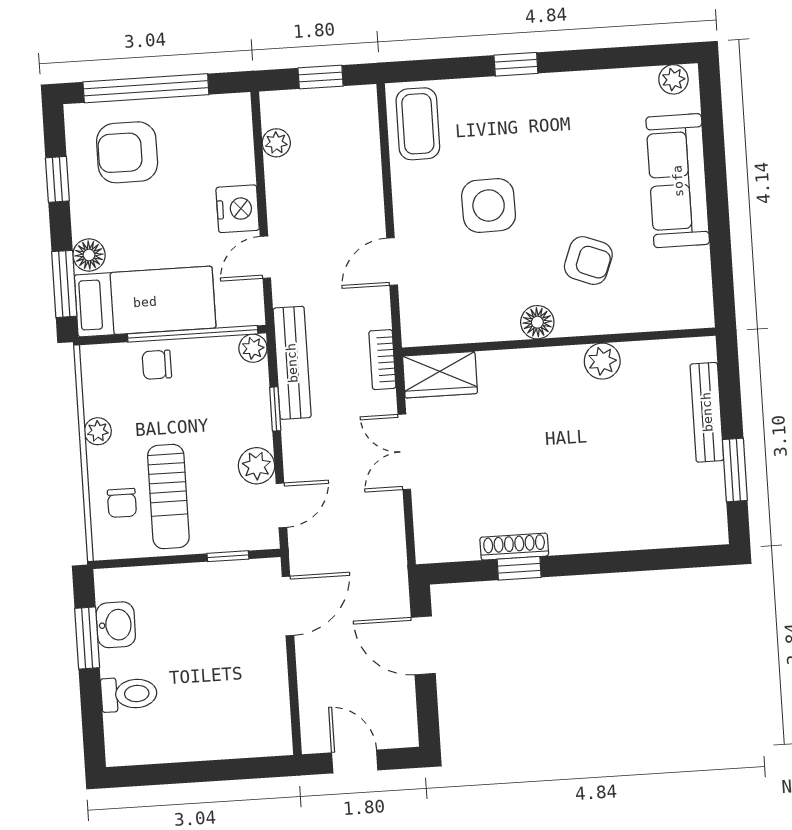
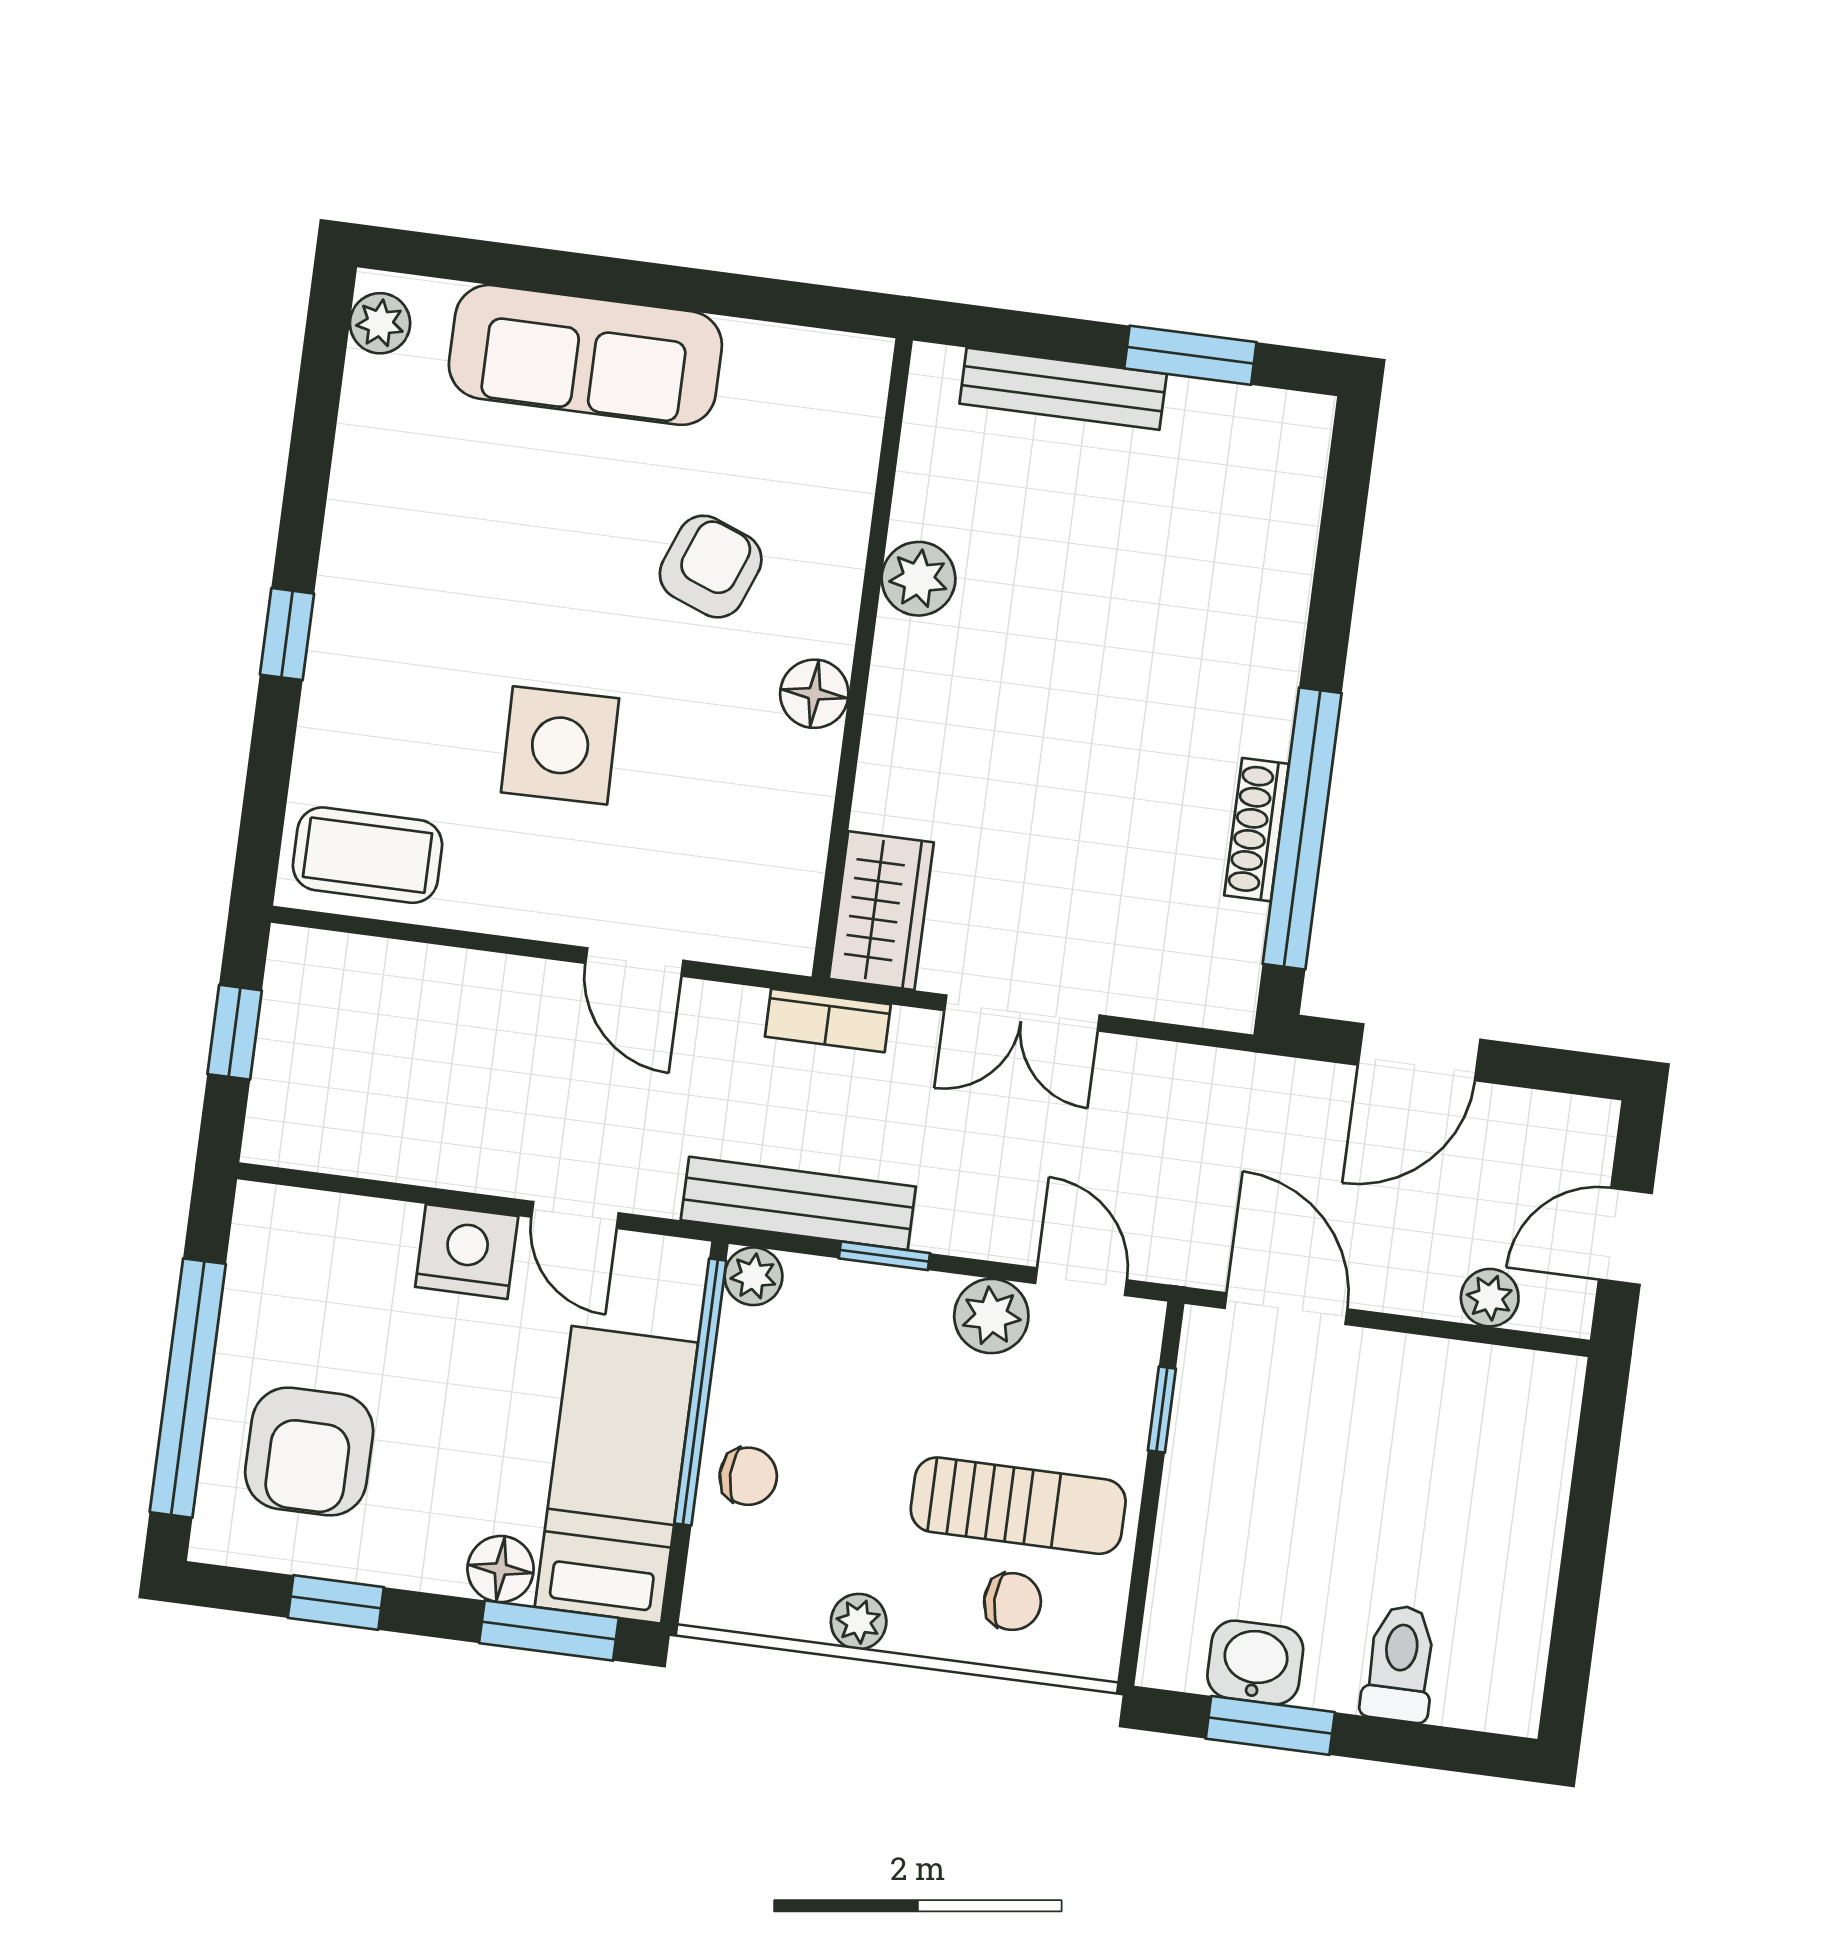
plant: (276, 143) -> (1490, 1298), moved
chair: (157, 365) -> (748, 1476), turned -90
window: (519, 568) -> (1302, 828), width x3.17

